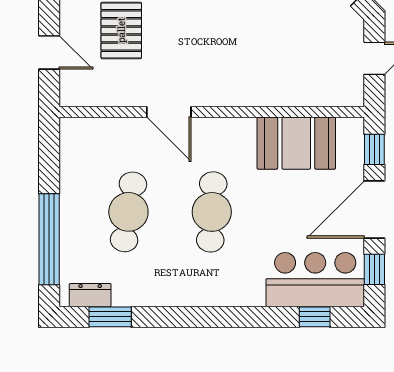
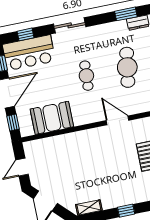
cafe table: (212, 212) -> (86, 76), width x0.73, depth x0.74
sliding door: (225, 317) -> (70, 25), added

